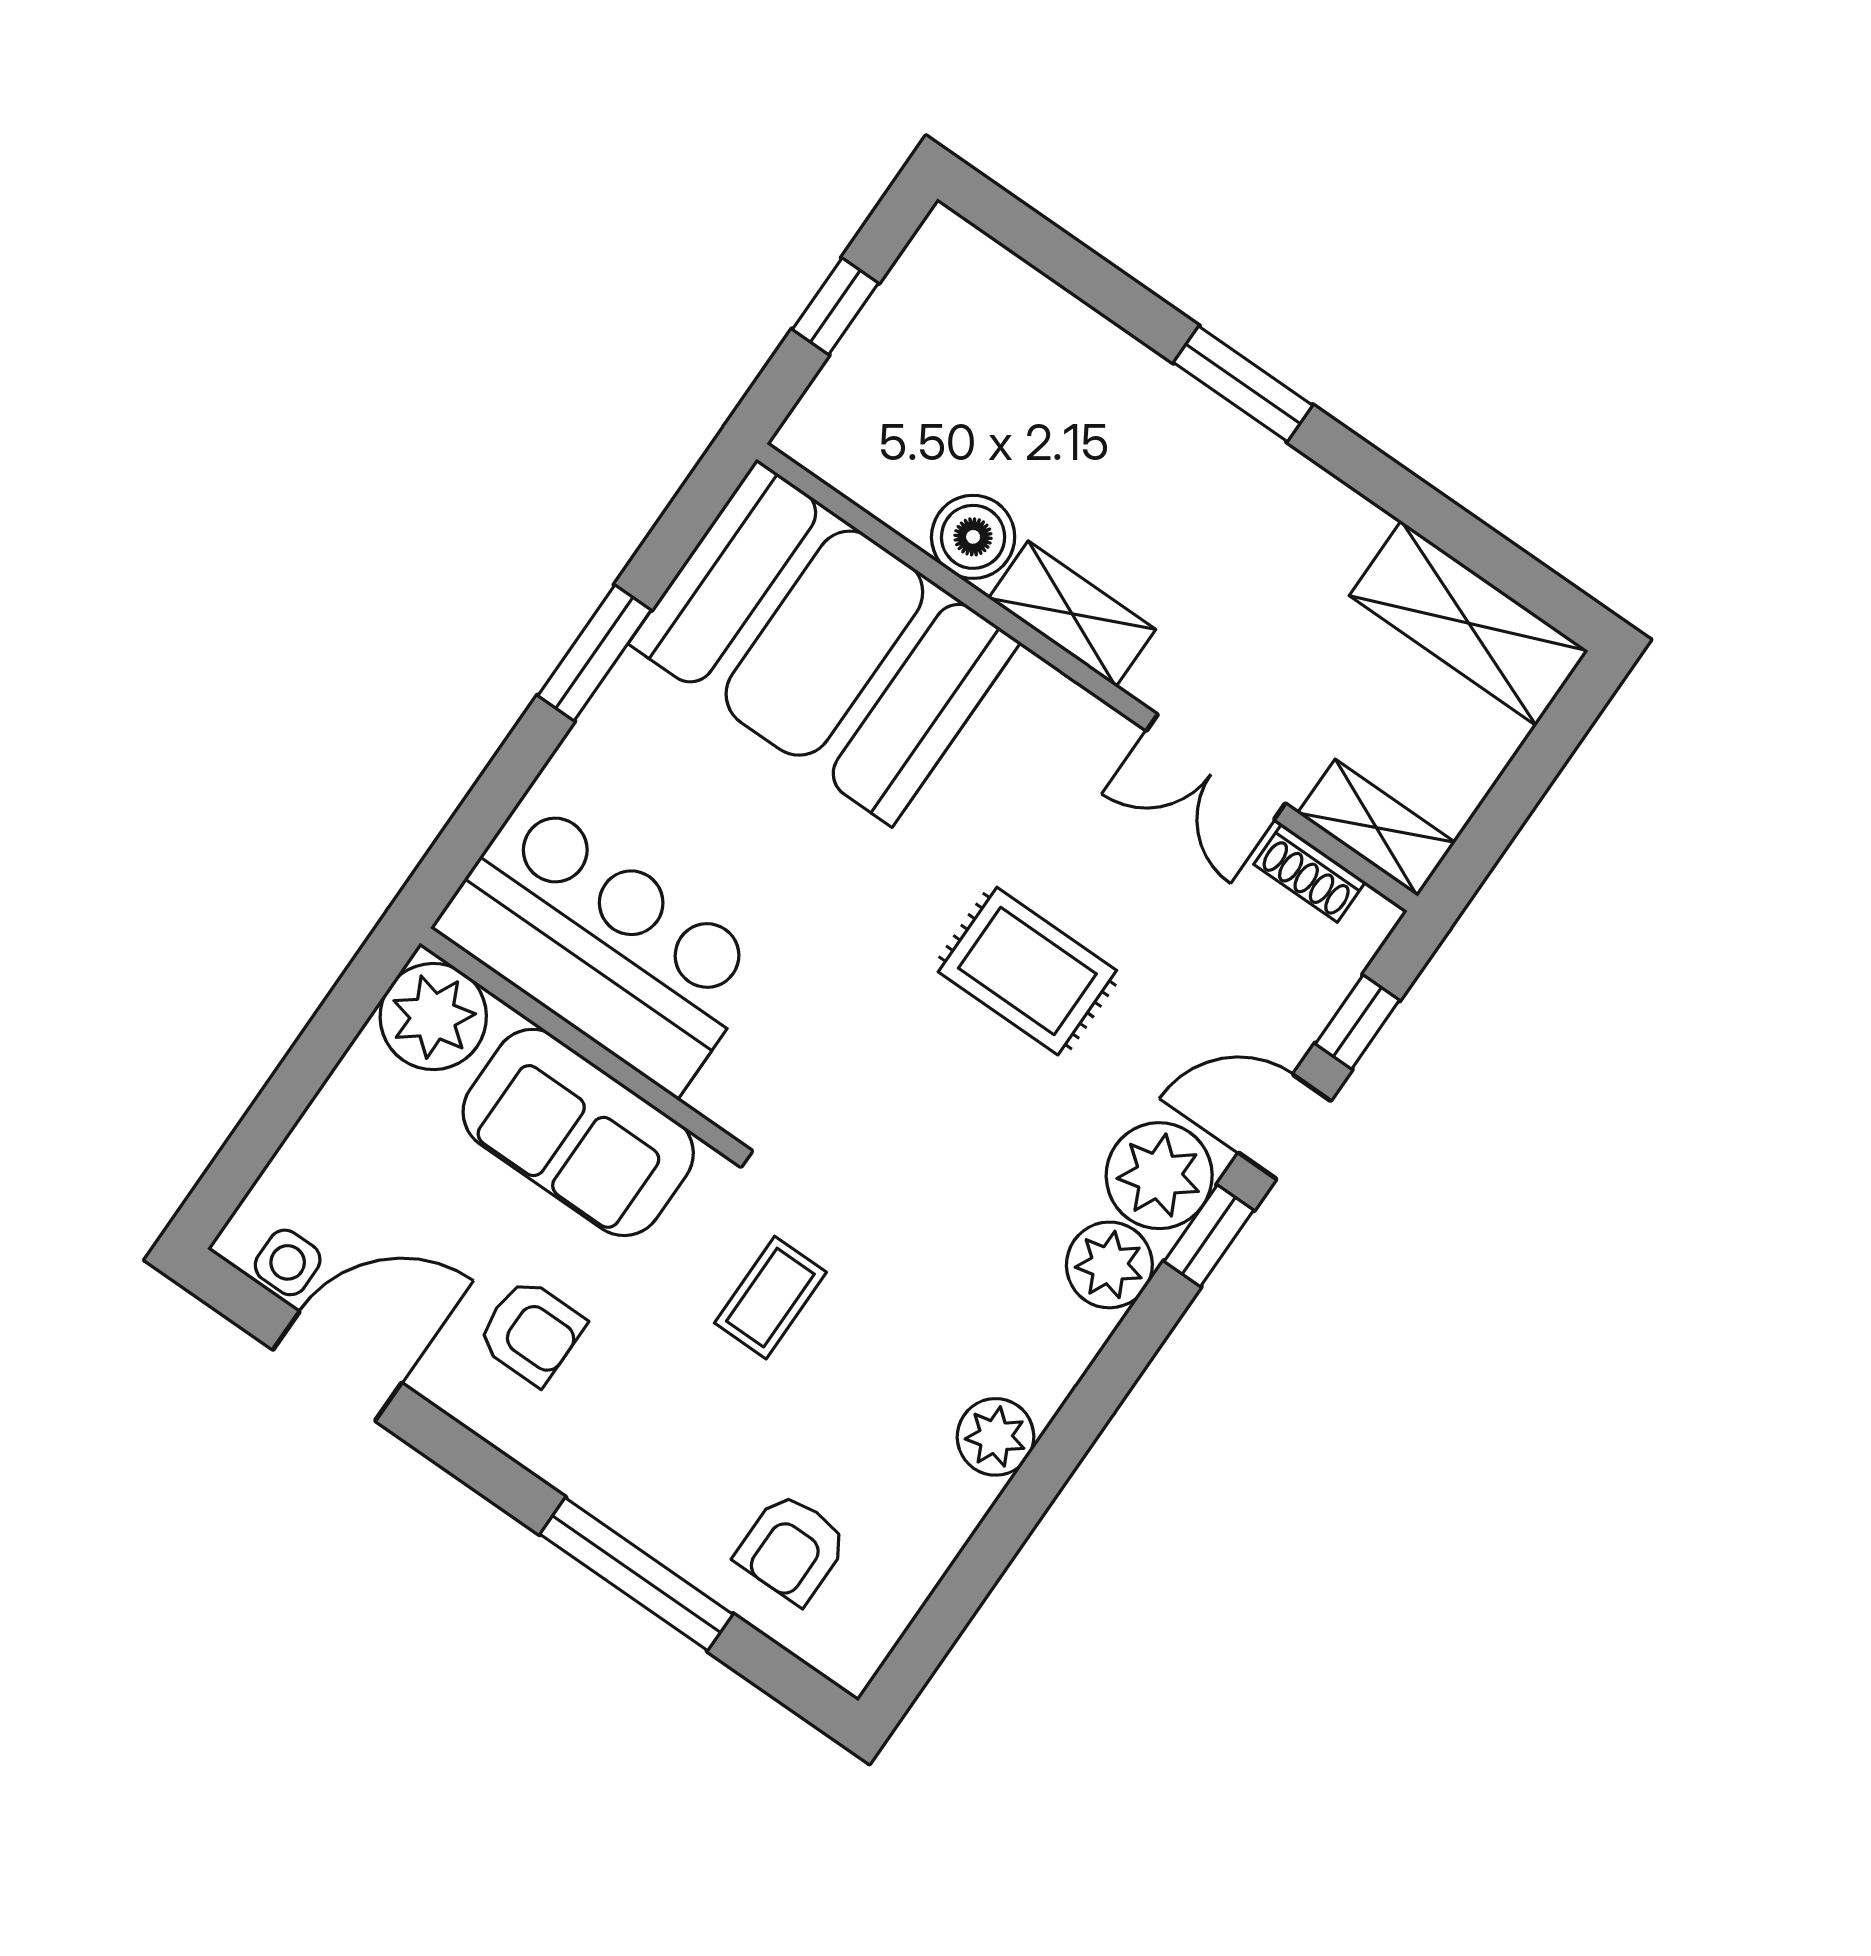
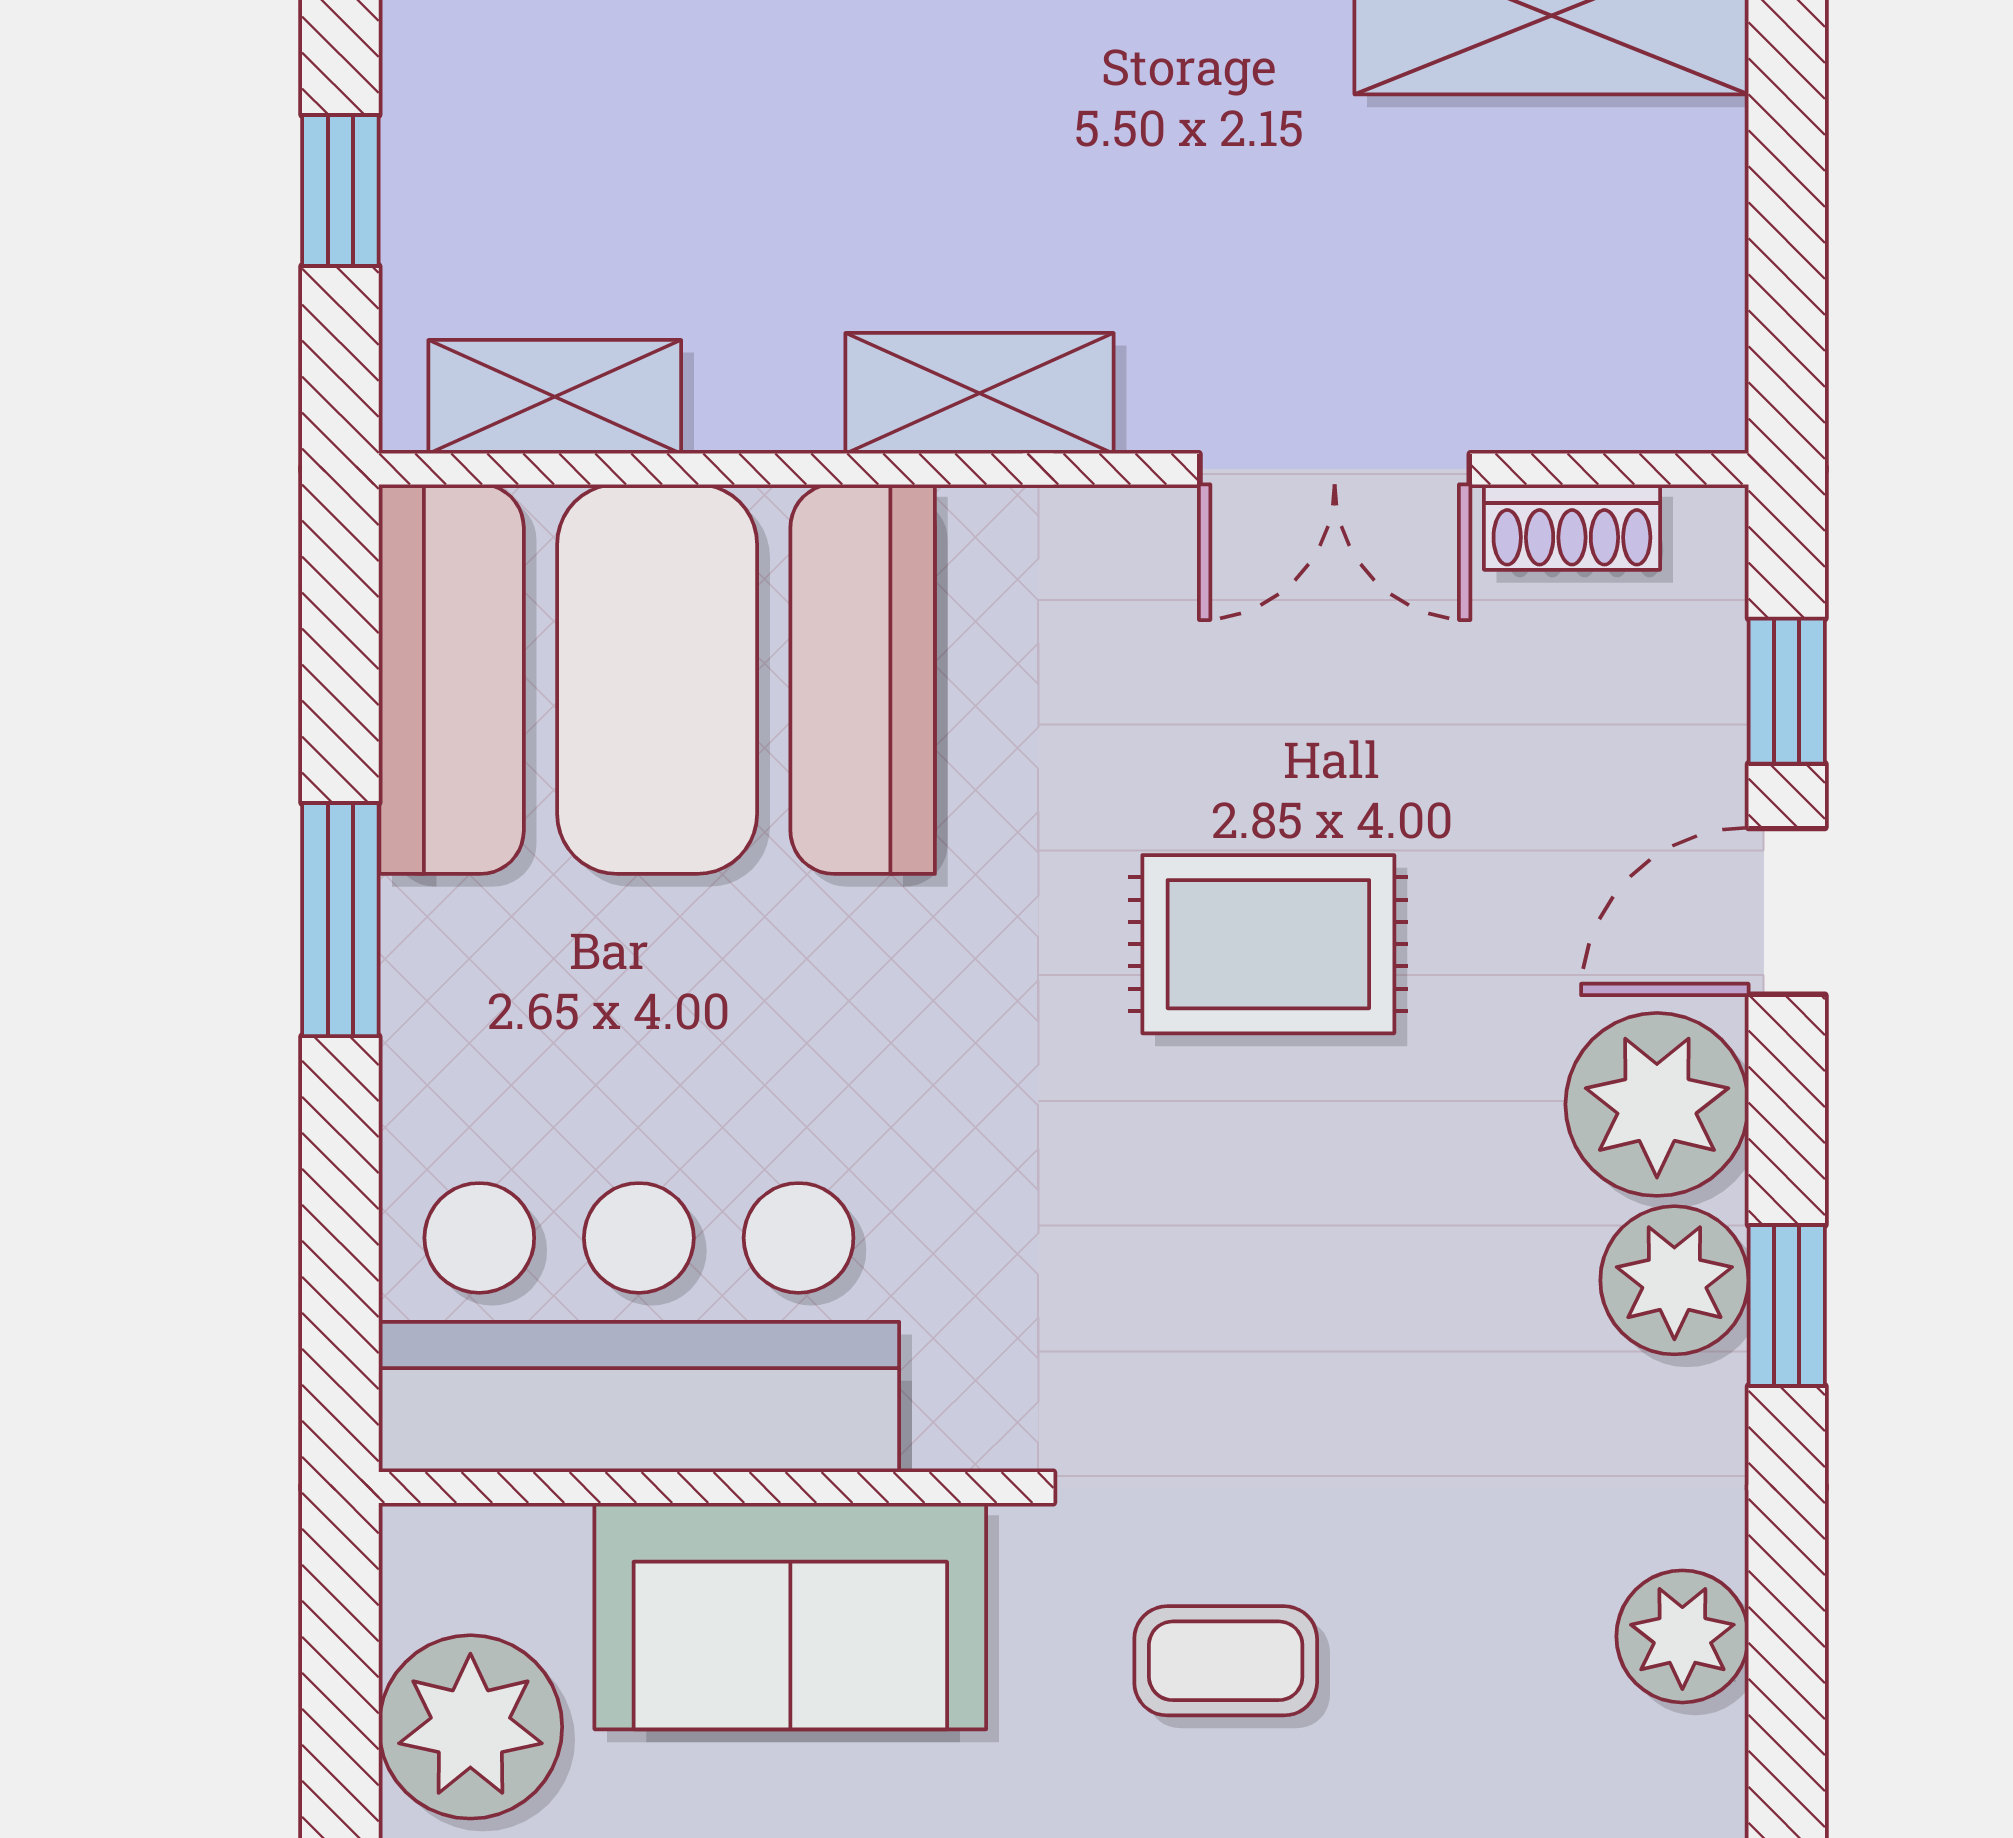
boiler: (973, 537) -> (763, 382), removed
shelving: (1376, 828) -> (555, 397), moved
plant: (433, 1017) -> (470, 1727), moved
window: (1209, 1236) -> (1787, 1305), moved
coffee table: (770, 1298) -> (1226, 1661), turned 90

